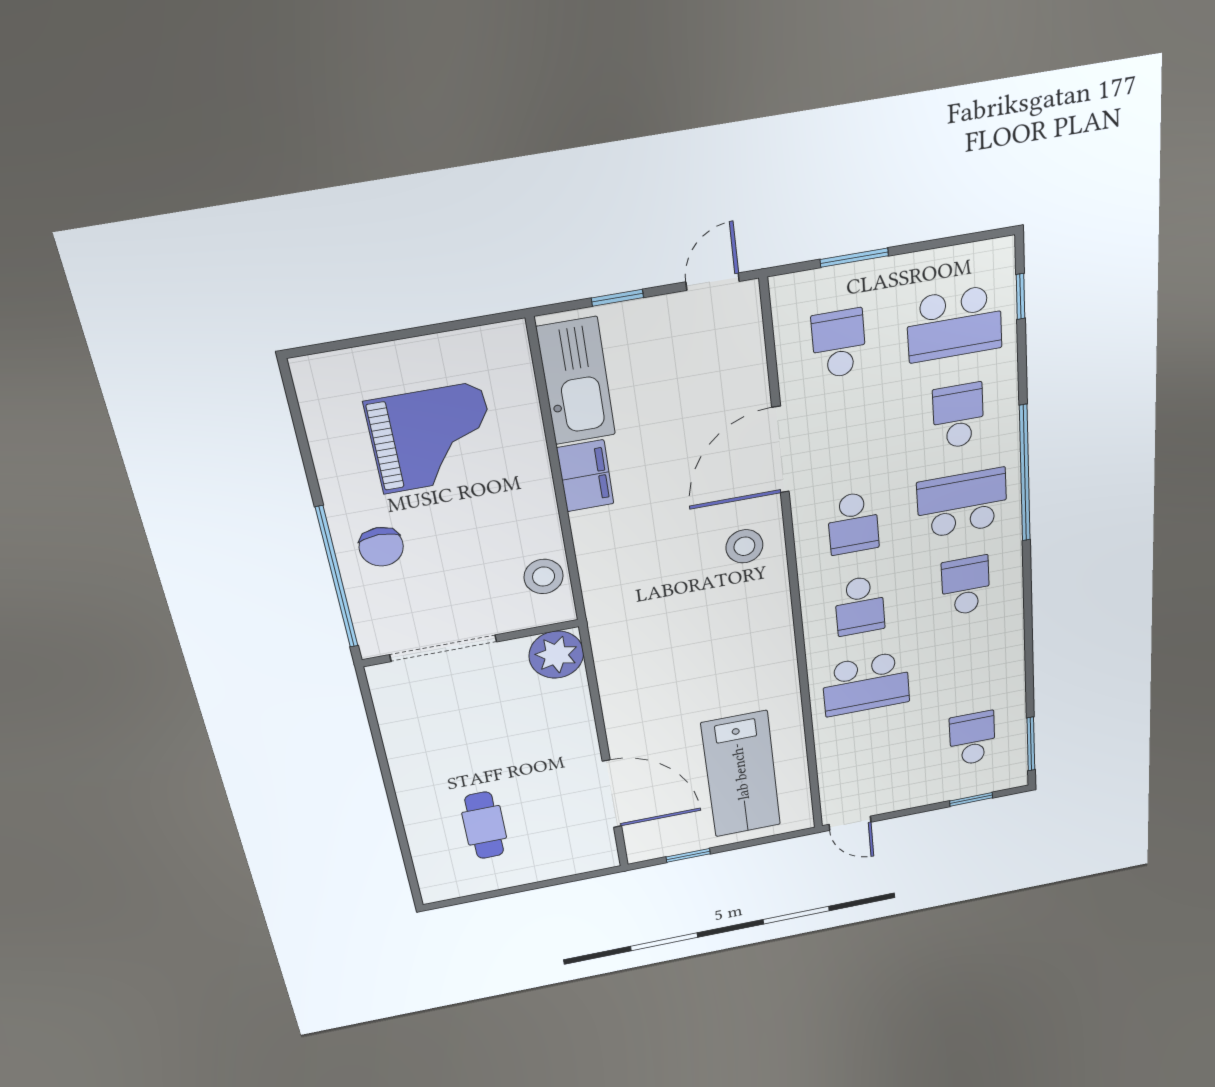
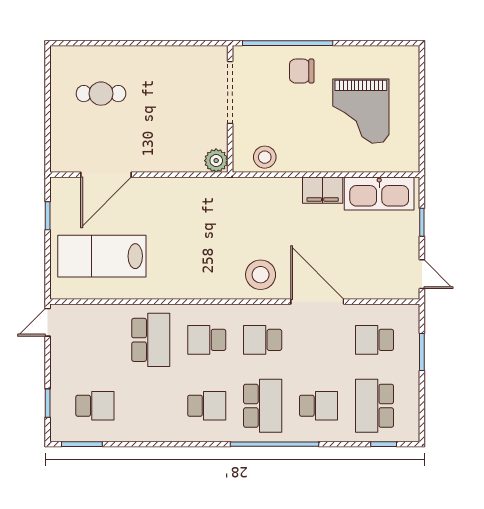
school desk: (839, 344) -> (374, 340), turned 180
stool: (744, 546) -> (261, 275), width x1.38, depth x1.38
plant: (556, 655) -> (216, 161), width x0.73, depth x0.73
school desk: (866, 684) -> (151, 340), turned 180

